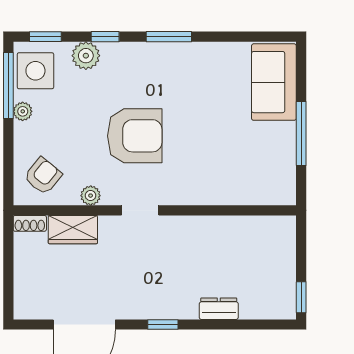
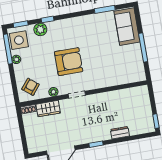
window: (169, 37) -> (105, 9), moved

